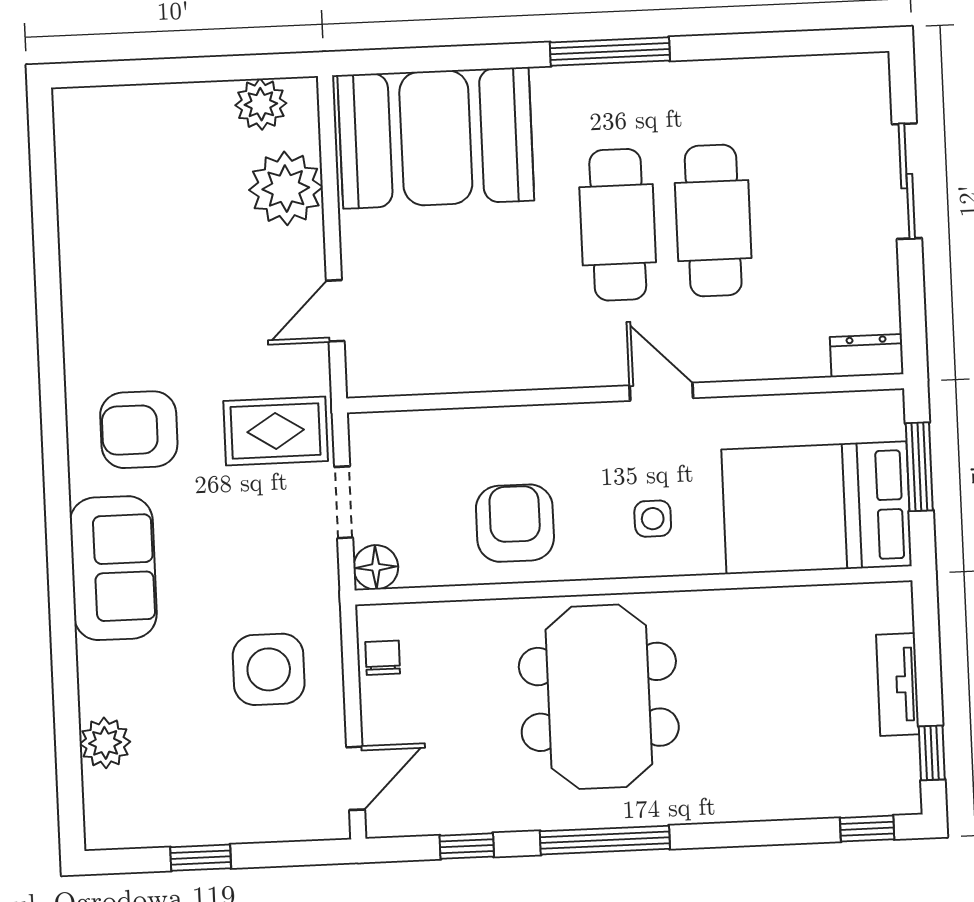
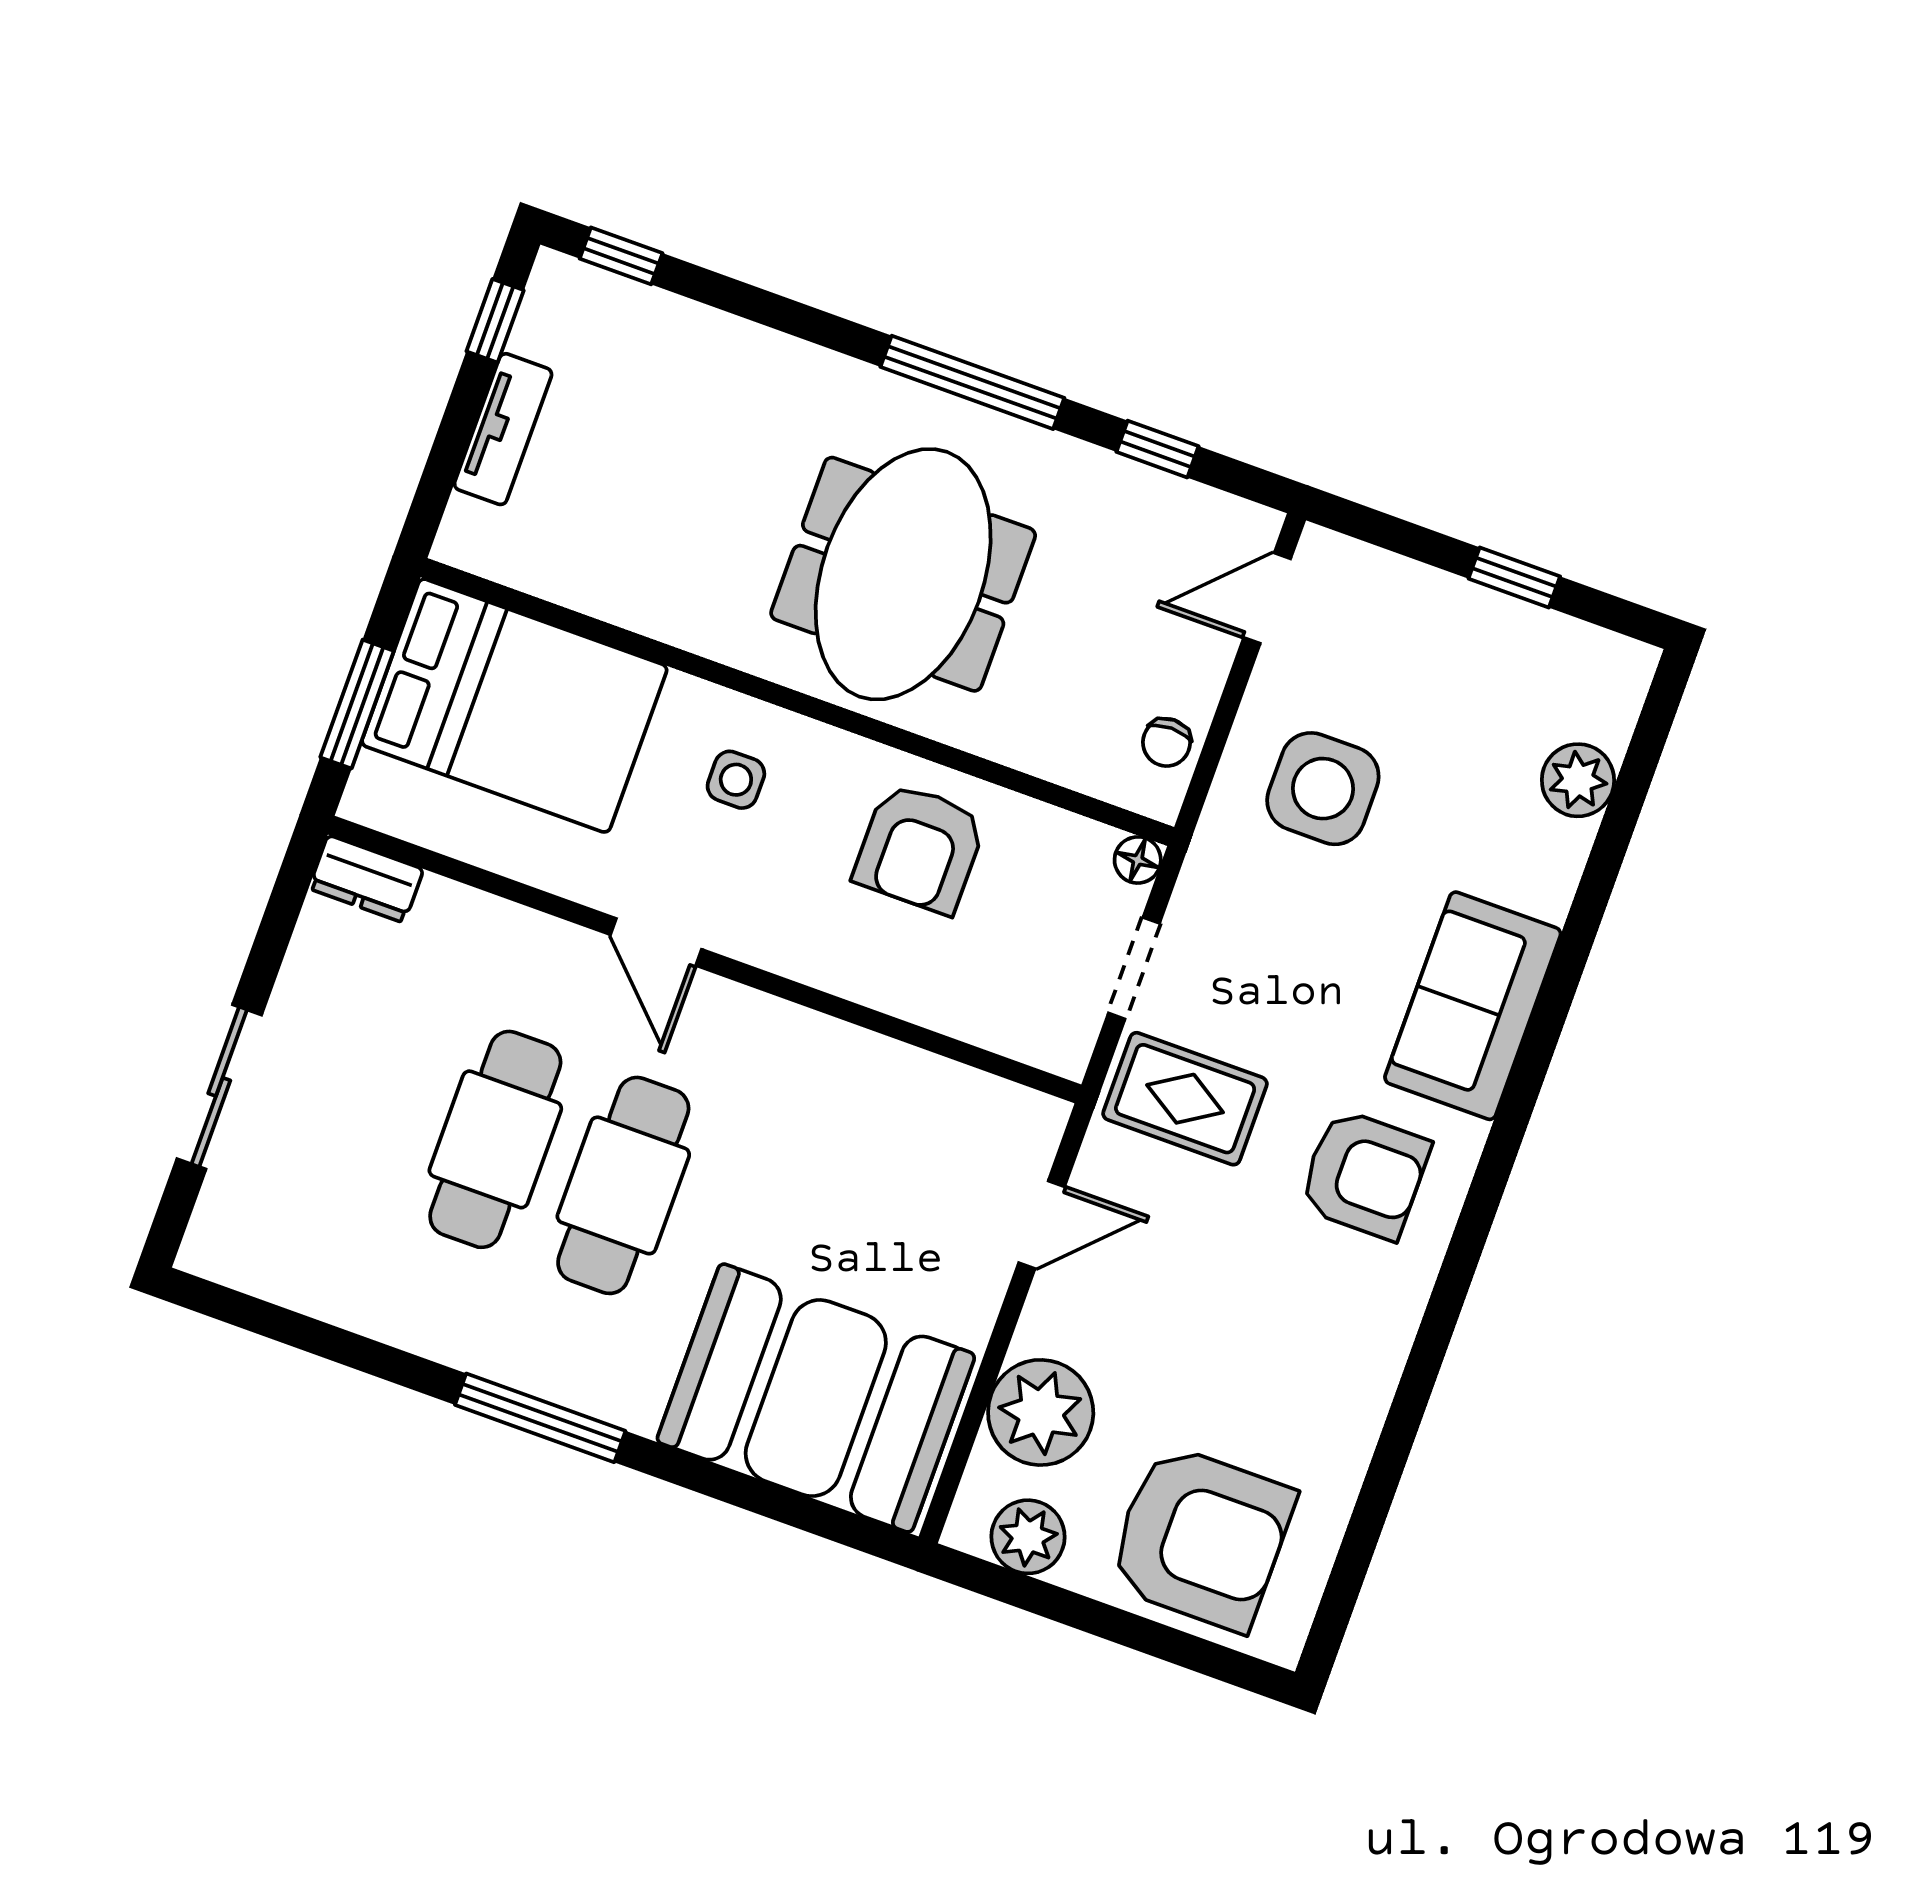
armchair: (148, 150) -> (1201, 1538), added
floor lamp: (376, 567) -> (1138, 860), width x0.73, depth x0.73

